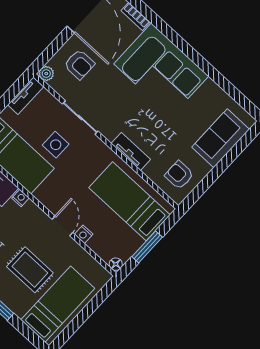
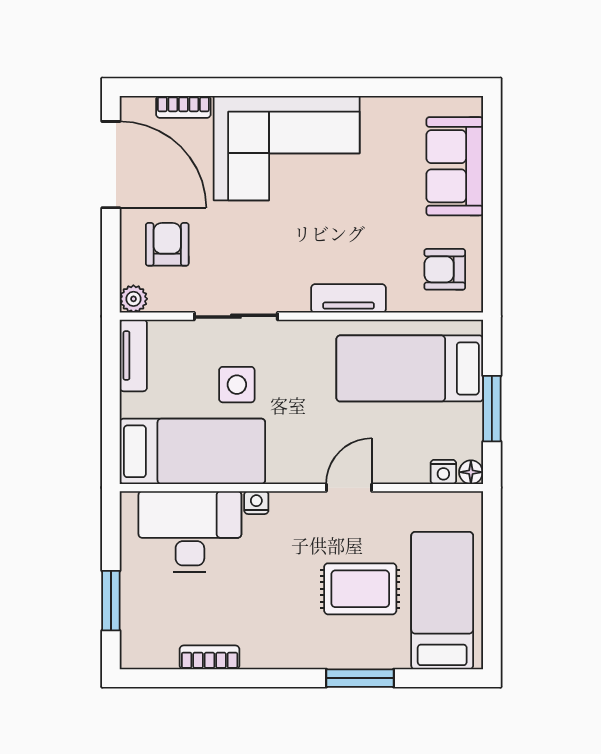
armchair: (79, 64) -> (167, 244), turned -90
door: (62, 226) -> (349, 488), hinge flipped
nightstand: (84, 234) -> (443, 472), moved

